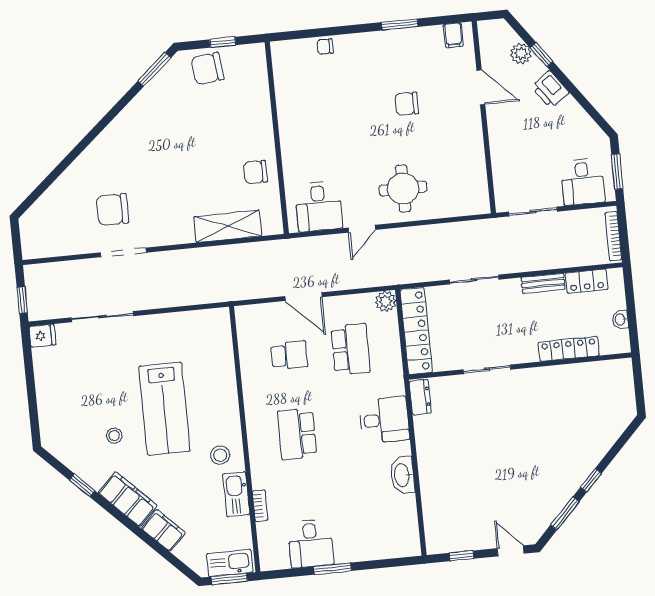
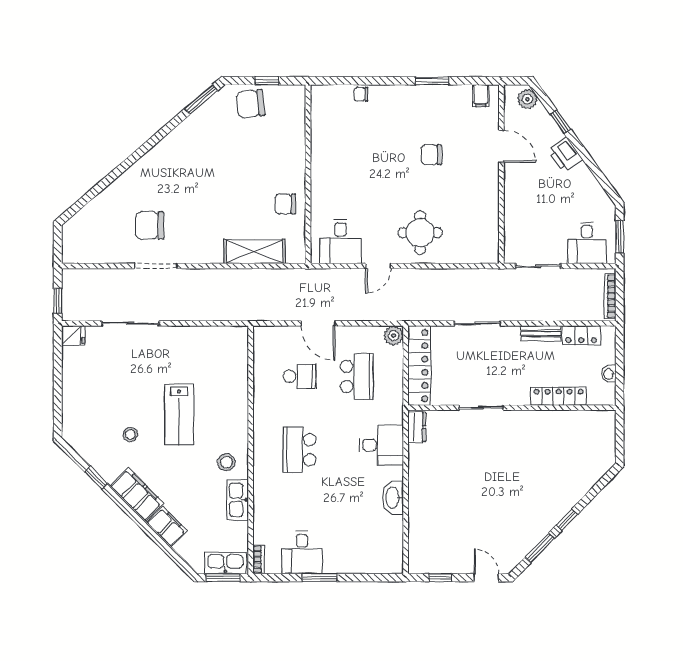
plant: (521, 53) -> (527, 99), moved
lab bench: (164, 409) -> (179, 414), width x0.73, depth x0.72
bookcase: (260, 506) -> (259, 559), moved

